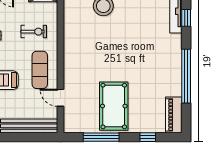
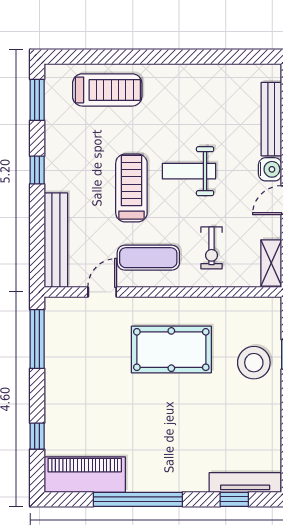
pool table: (114, 106) -> (171, 350), moved
piano: (174, 115) -> (85, 475), width x1.37, depth x1.33
window: (101, 137) -> (37, 339), moved

